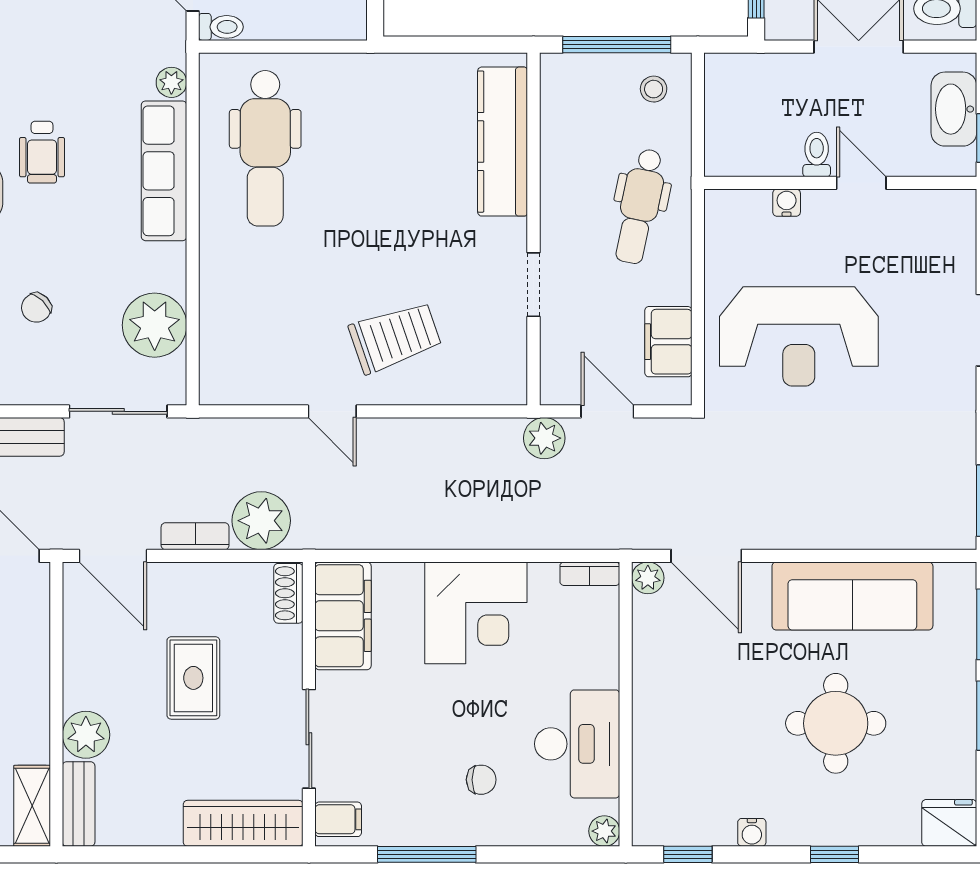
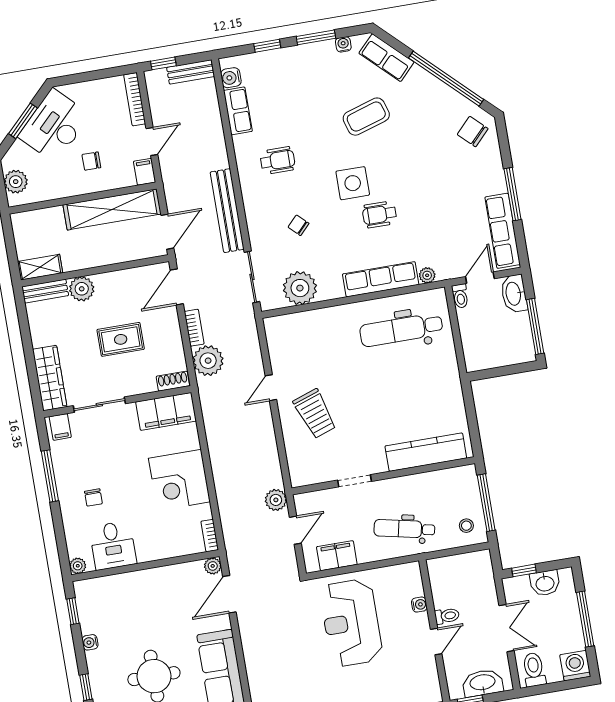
desk: (577, 744) -> (113, 545), width x0.73

